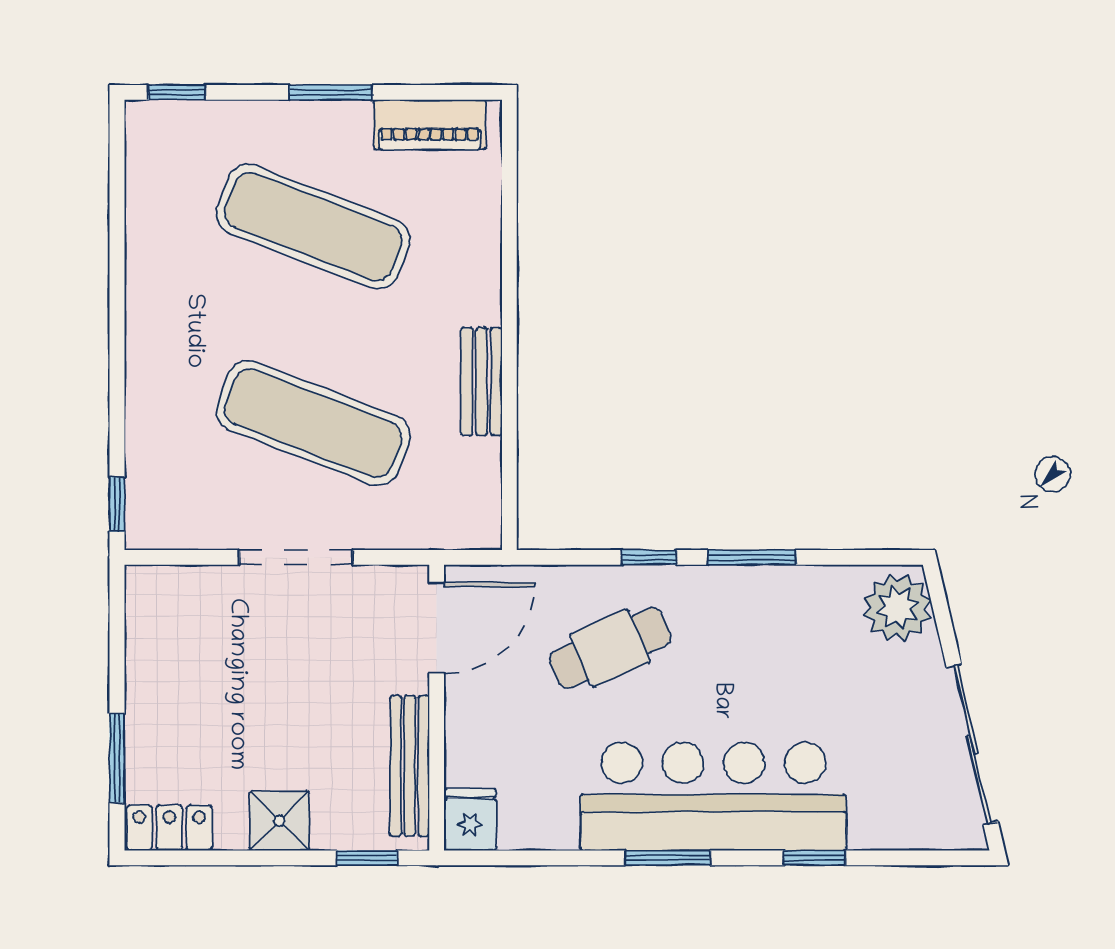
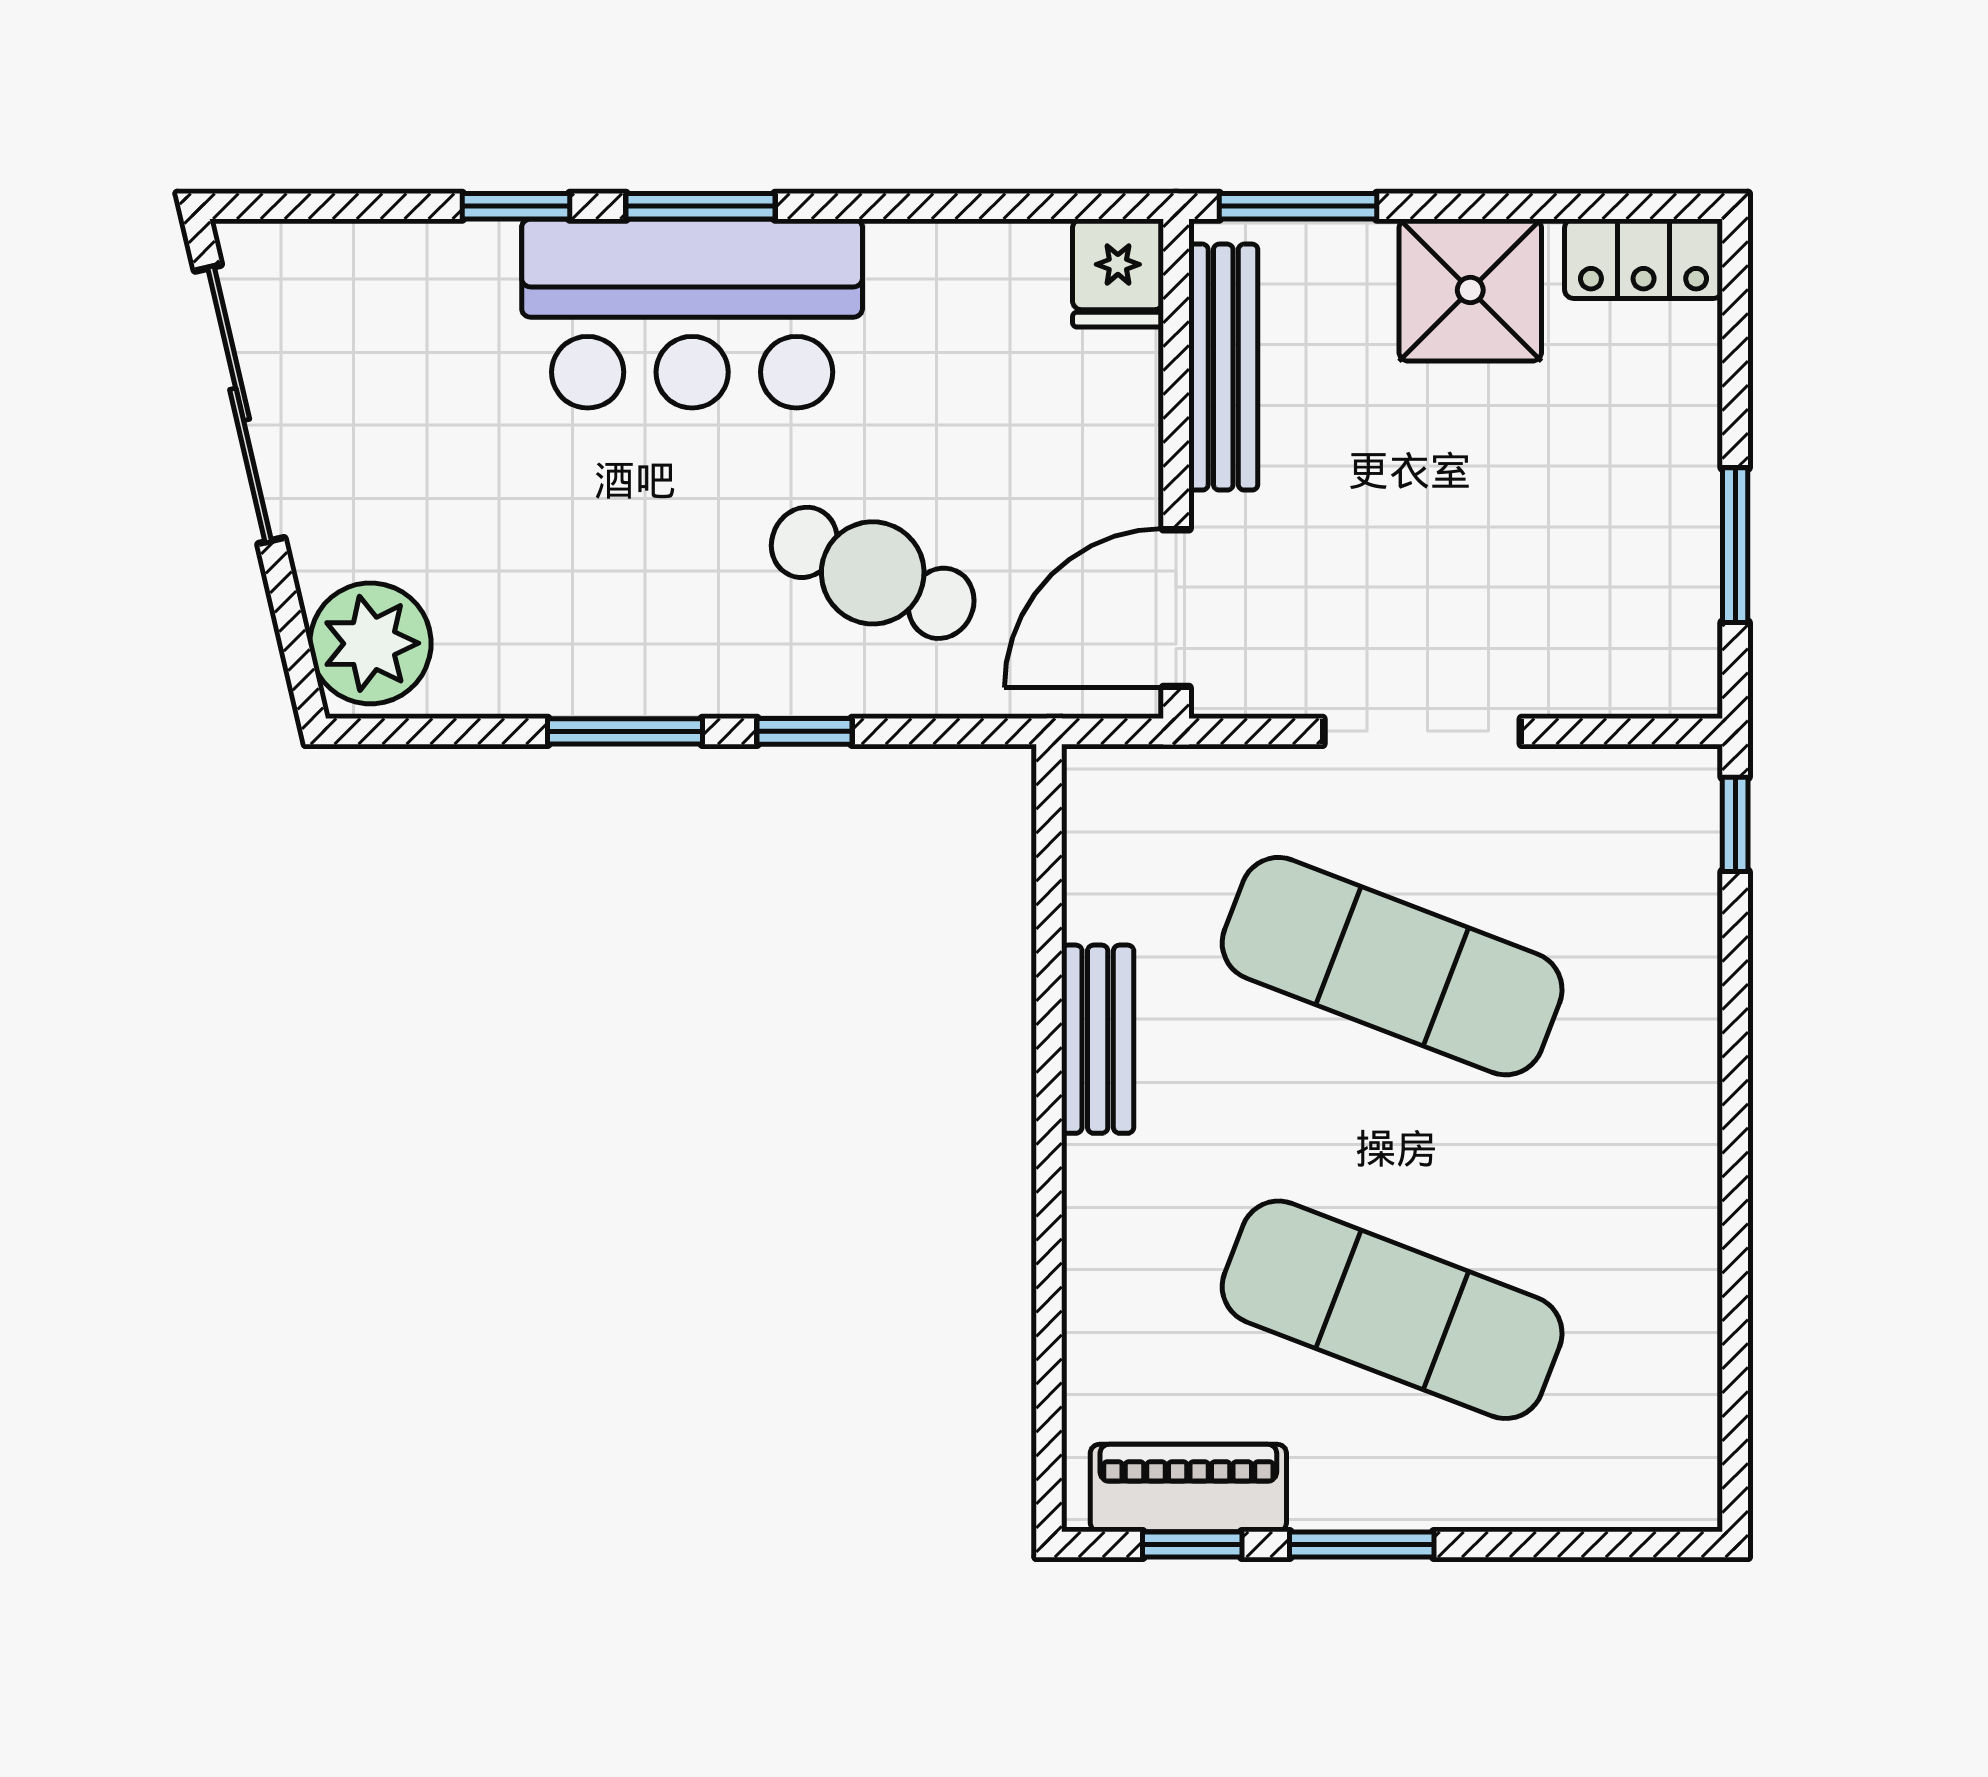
window: (177, 92) -> (1192, 1545), moved
cafe table: (610, 648) -> (873, 573), turned 48
window: (117, 758) -> (1735, 545), moved
bar counter: (714, 796) -> (692, 314), width x0.73
shower: (279, 821) -> (1470, 290), width x1.36, depth x1.36
window: (367, 858) -> (1298, 206), width x1.50
window: (668, 858) -> (700, 206), moved

